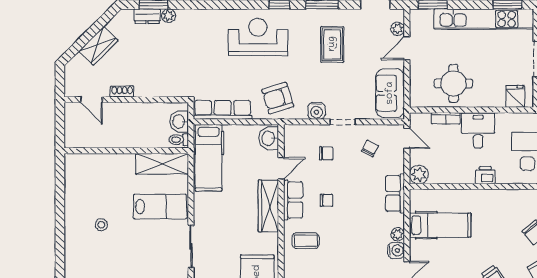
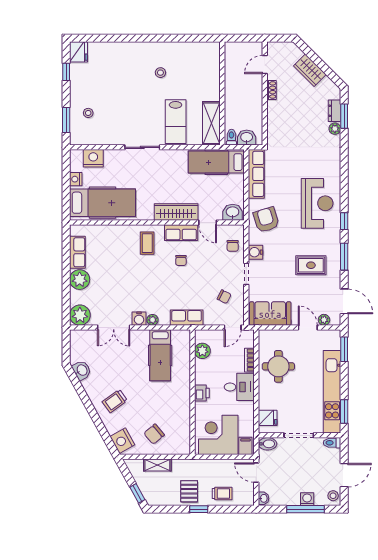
chair: (326, 153) -> (233, 246), moved
plant: (419, 175) -> (202, 351), moved

